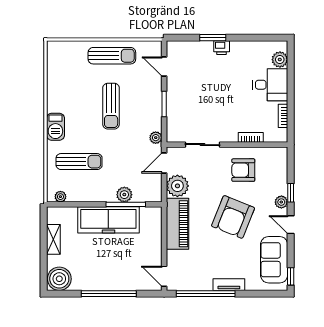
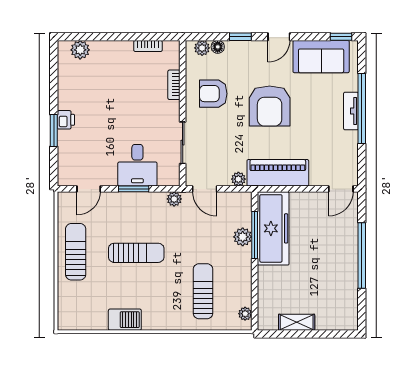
desk: (270, 85) -> (137, 165), moved, turned 180
barbecue: (55, 127) -> (125, 320), moved
armchair: (243, 170) -> (213, 94), turned 90
floor lamp: (282, 174) -> (218, 47), added
plant: (177, 186) -> (238, 179), width x0.53, depth x0.53
plant: (281, 202) -> (202, 48), moved
armchair: (233, 217) -> (270, 106), turned 68
freezer: (108, 220) -> (273, 228), moved
boiler: (59, 279) -> (344, 315), removed
window: (206, 294) -> (362, 109), moved

